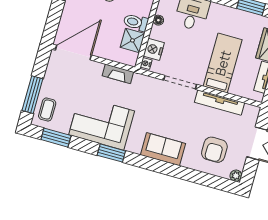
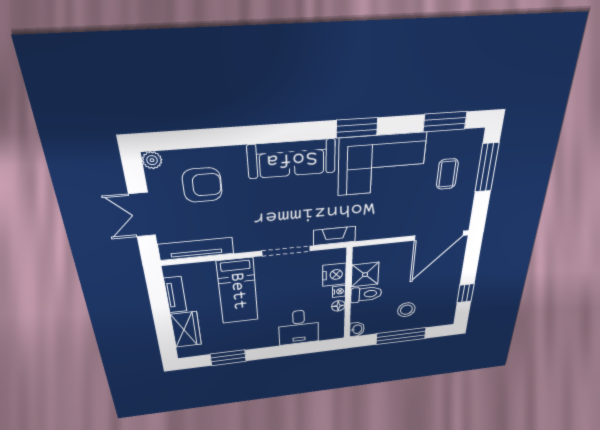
nightstand: (146, 64) -> (339, 291), moved
fireplace: (118, 74) -> (335, 236), moved
tv unit: (219, 102) -> (196, 249), moved
coffee table: (47, 110) -> (447, 174), moved
sofa: (163, 149) -> (292, 159), width x1.36
armchair: (214, 150) -> (202, 185), turned 90

